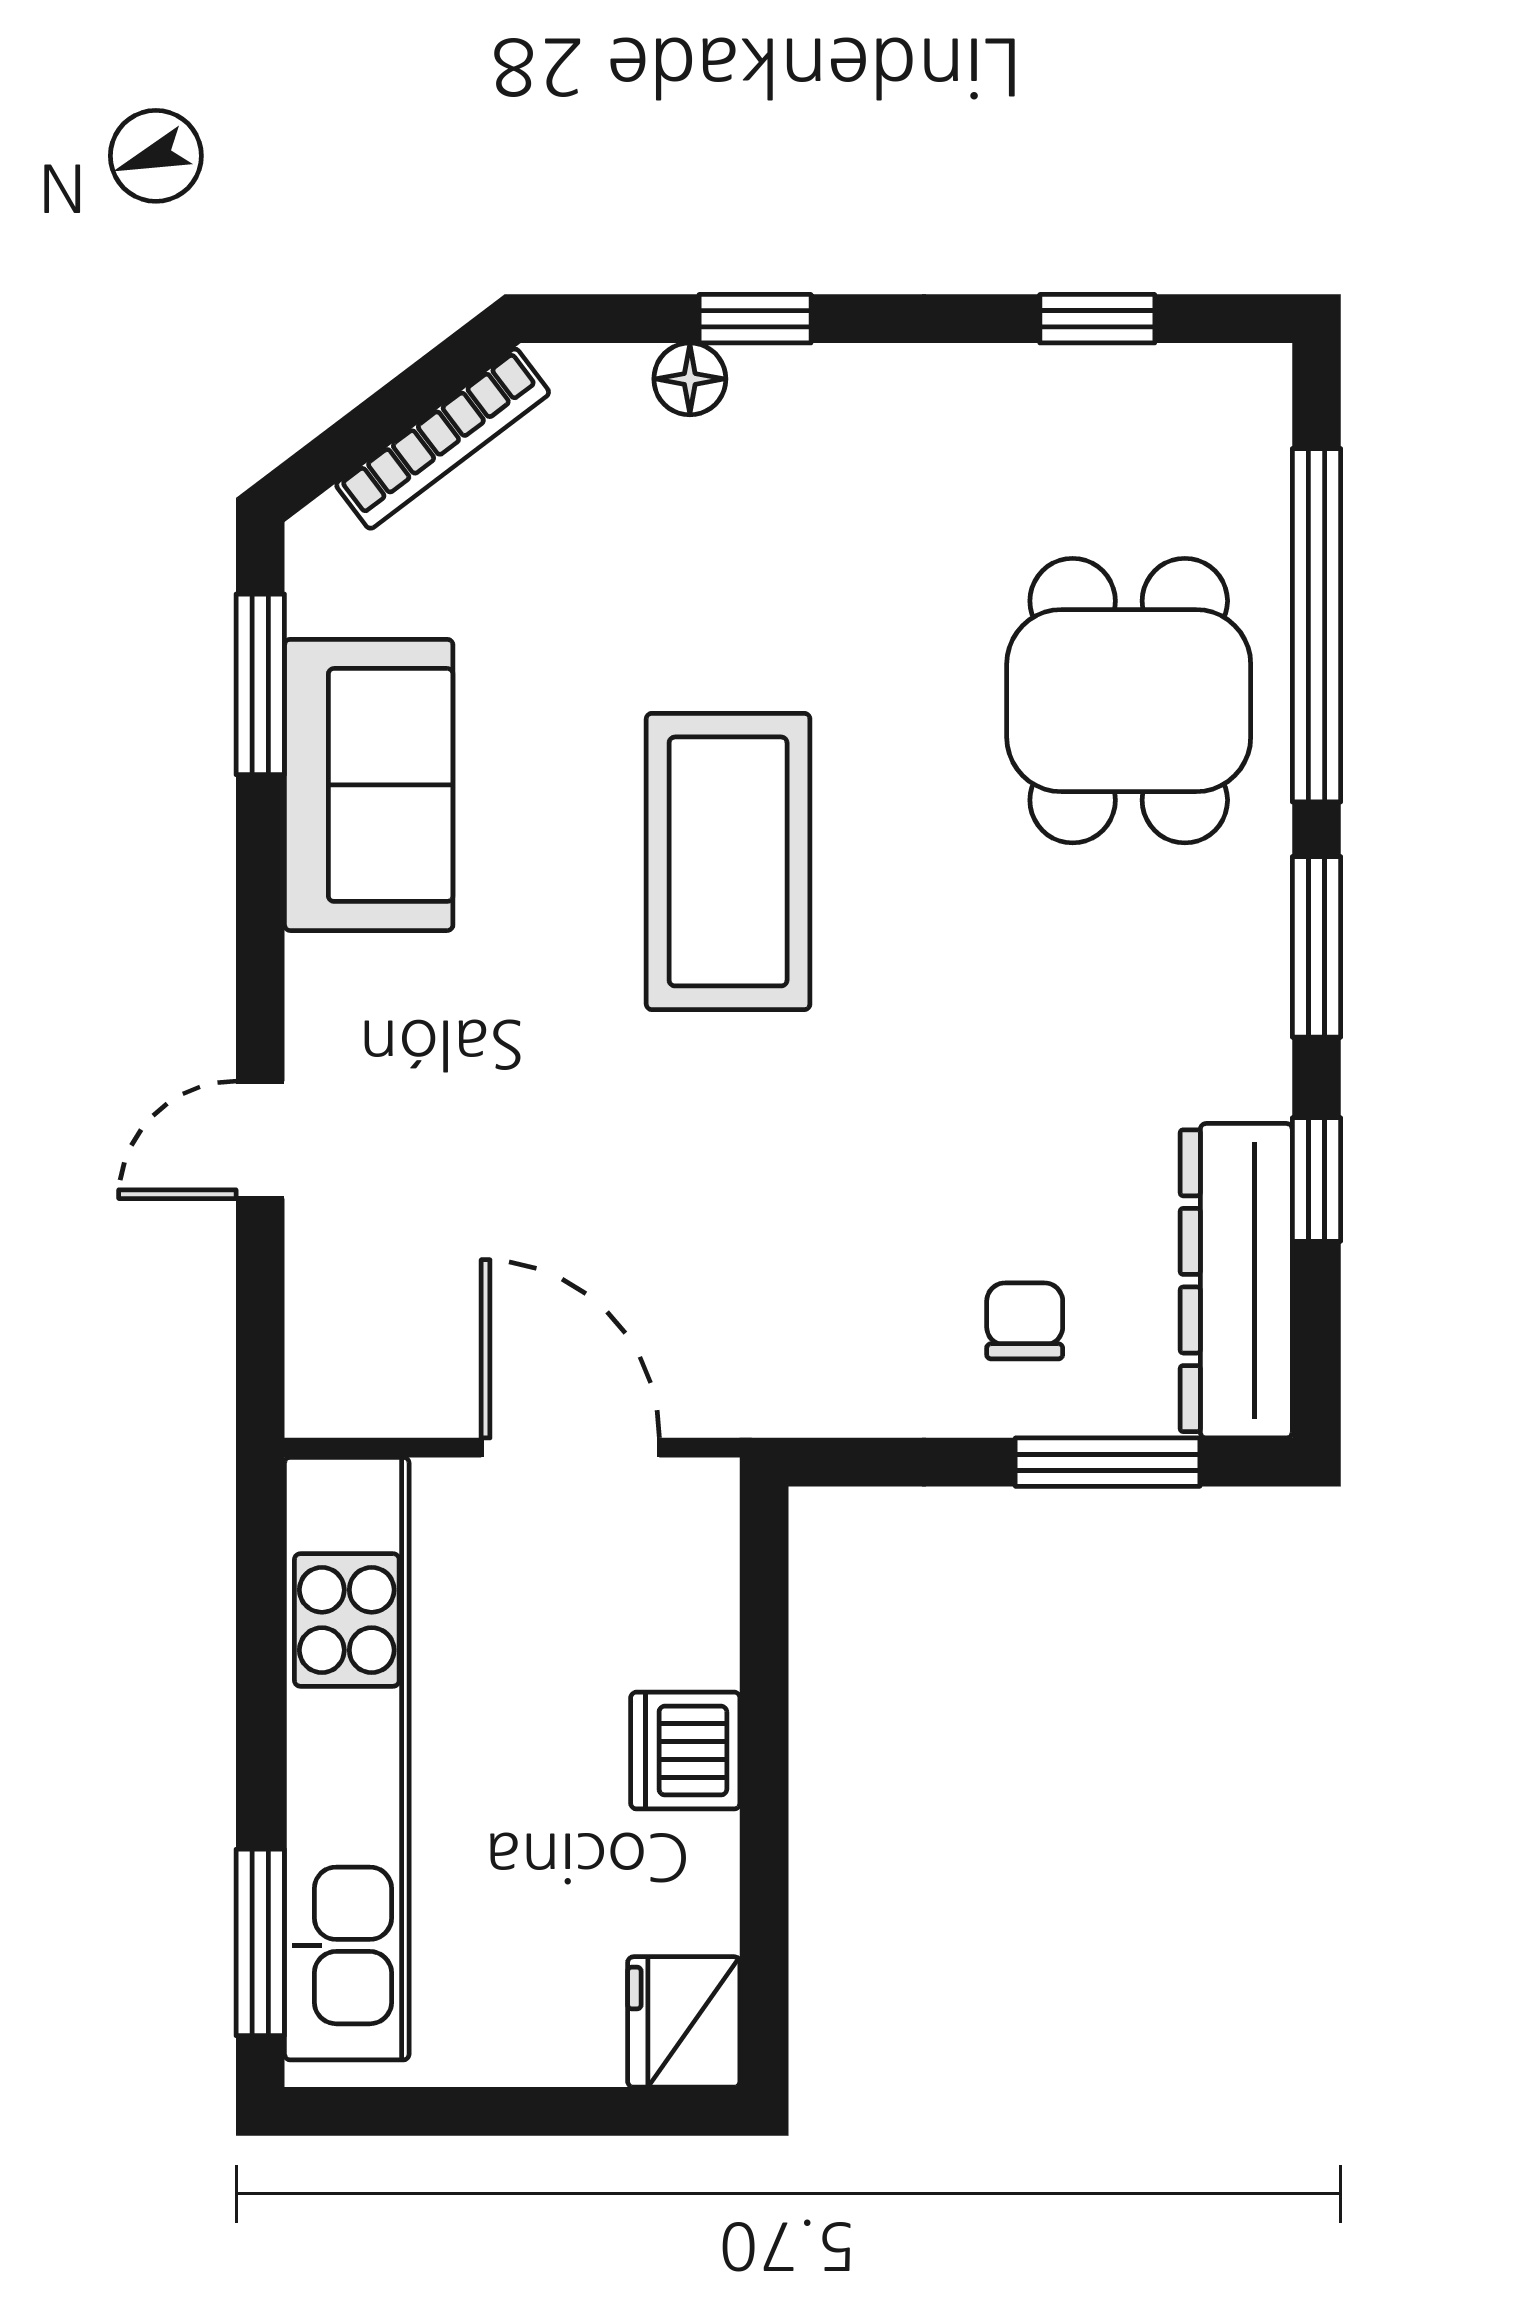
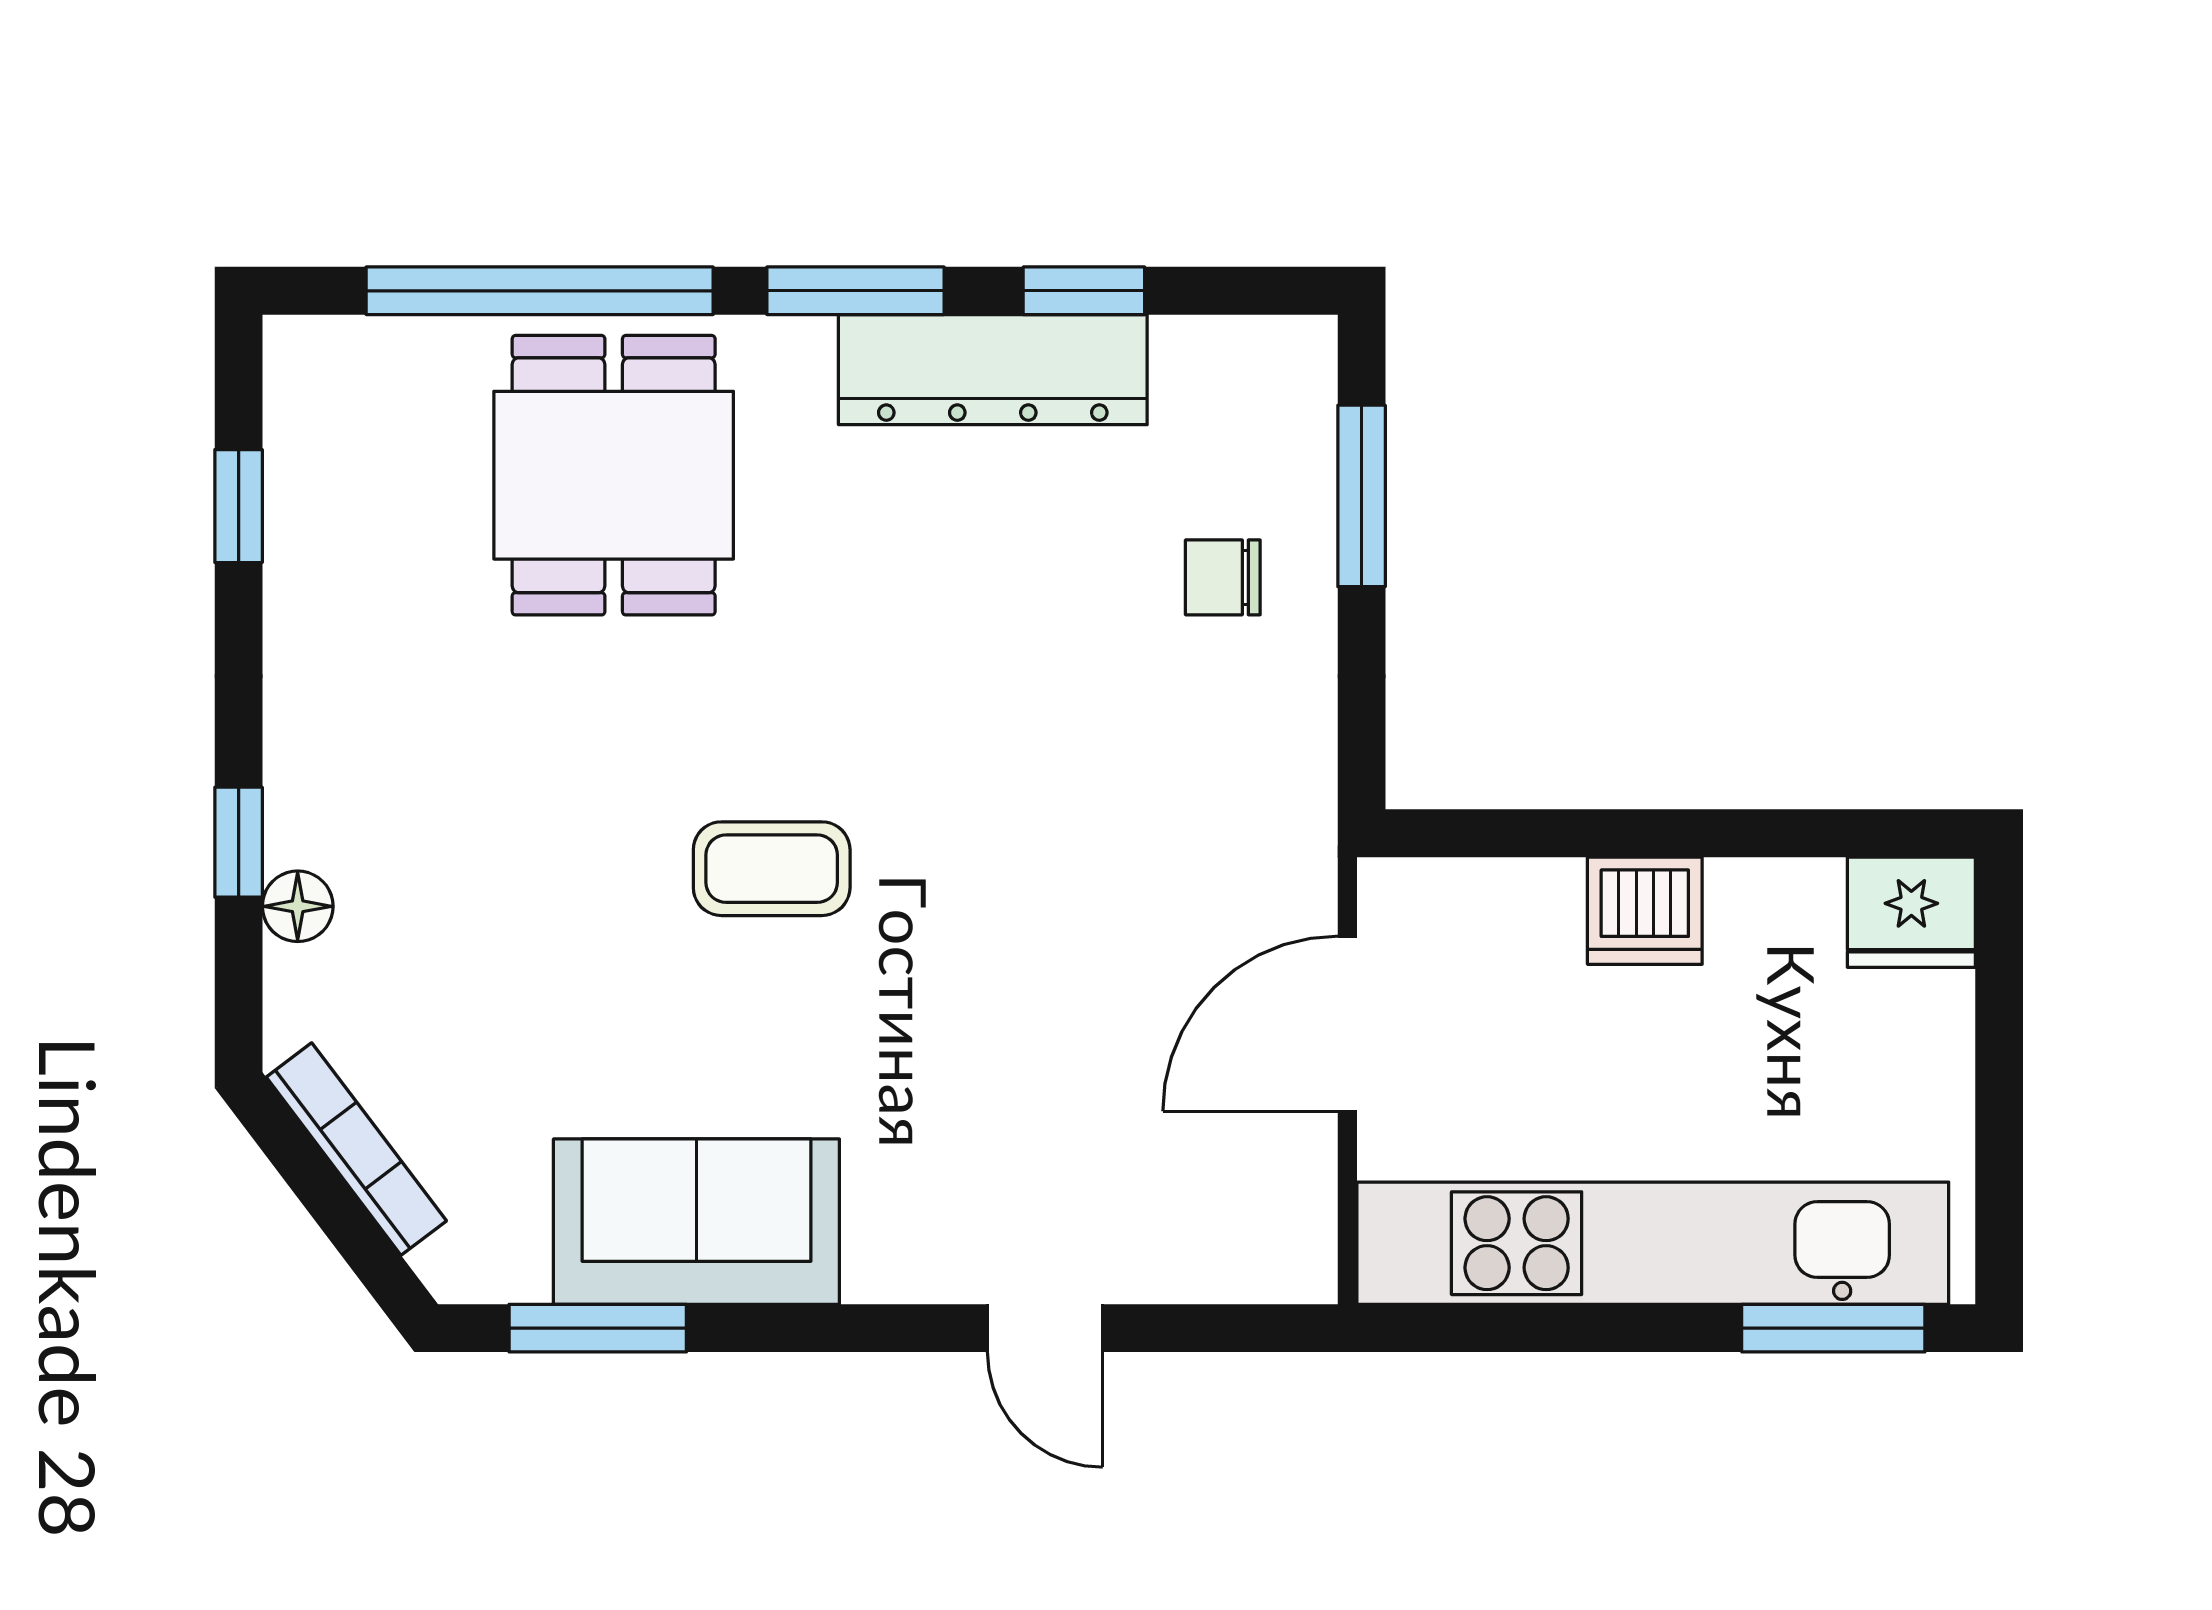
dining table: (1129, 701) -> (614, 475), turned 90
coffee table: (728, 861) -> (772, 869), width x0.54, depth x0.58
dresser: (1236, 1281) -> (993, 370), moved

